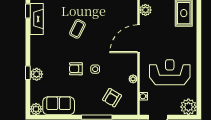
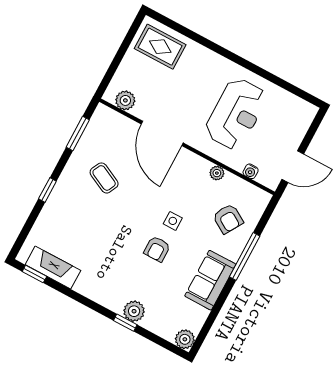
coffee table: (77, 29) -> (104, 178), moved
reception desk: (170, 72) -> (236, 114), turned 180
sofa: (59, 106) -> (210, 280), moved
plant: (188, 107) -> (302, 114), removed

